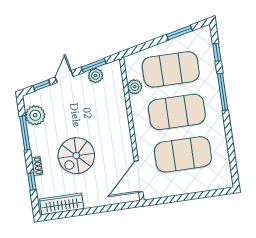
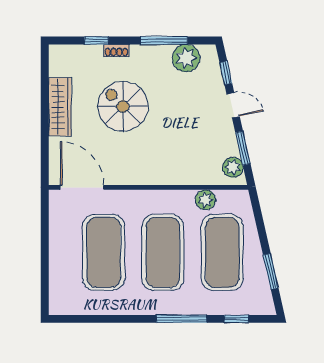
plant: (96, 76) -> (233, 167), moved
wardrobe: (62, 204) -> (60, 107), moved

